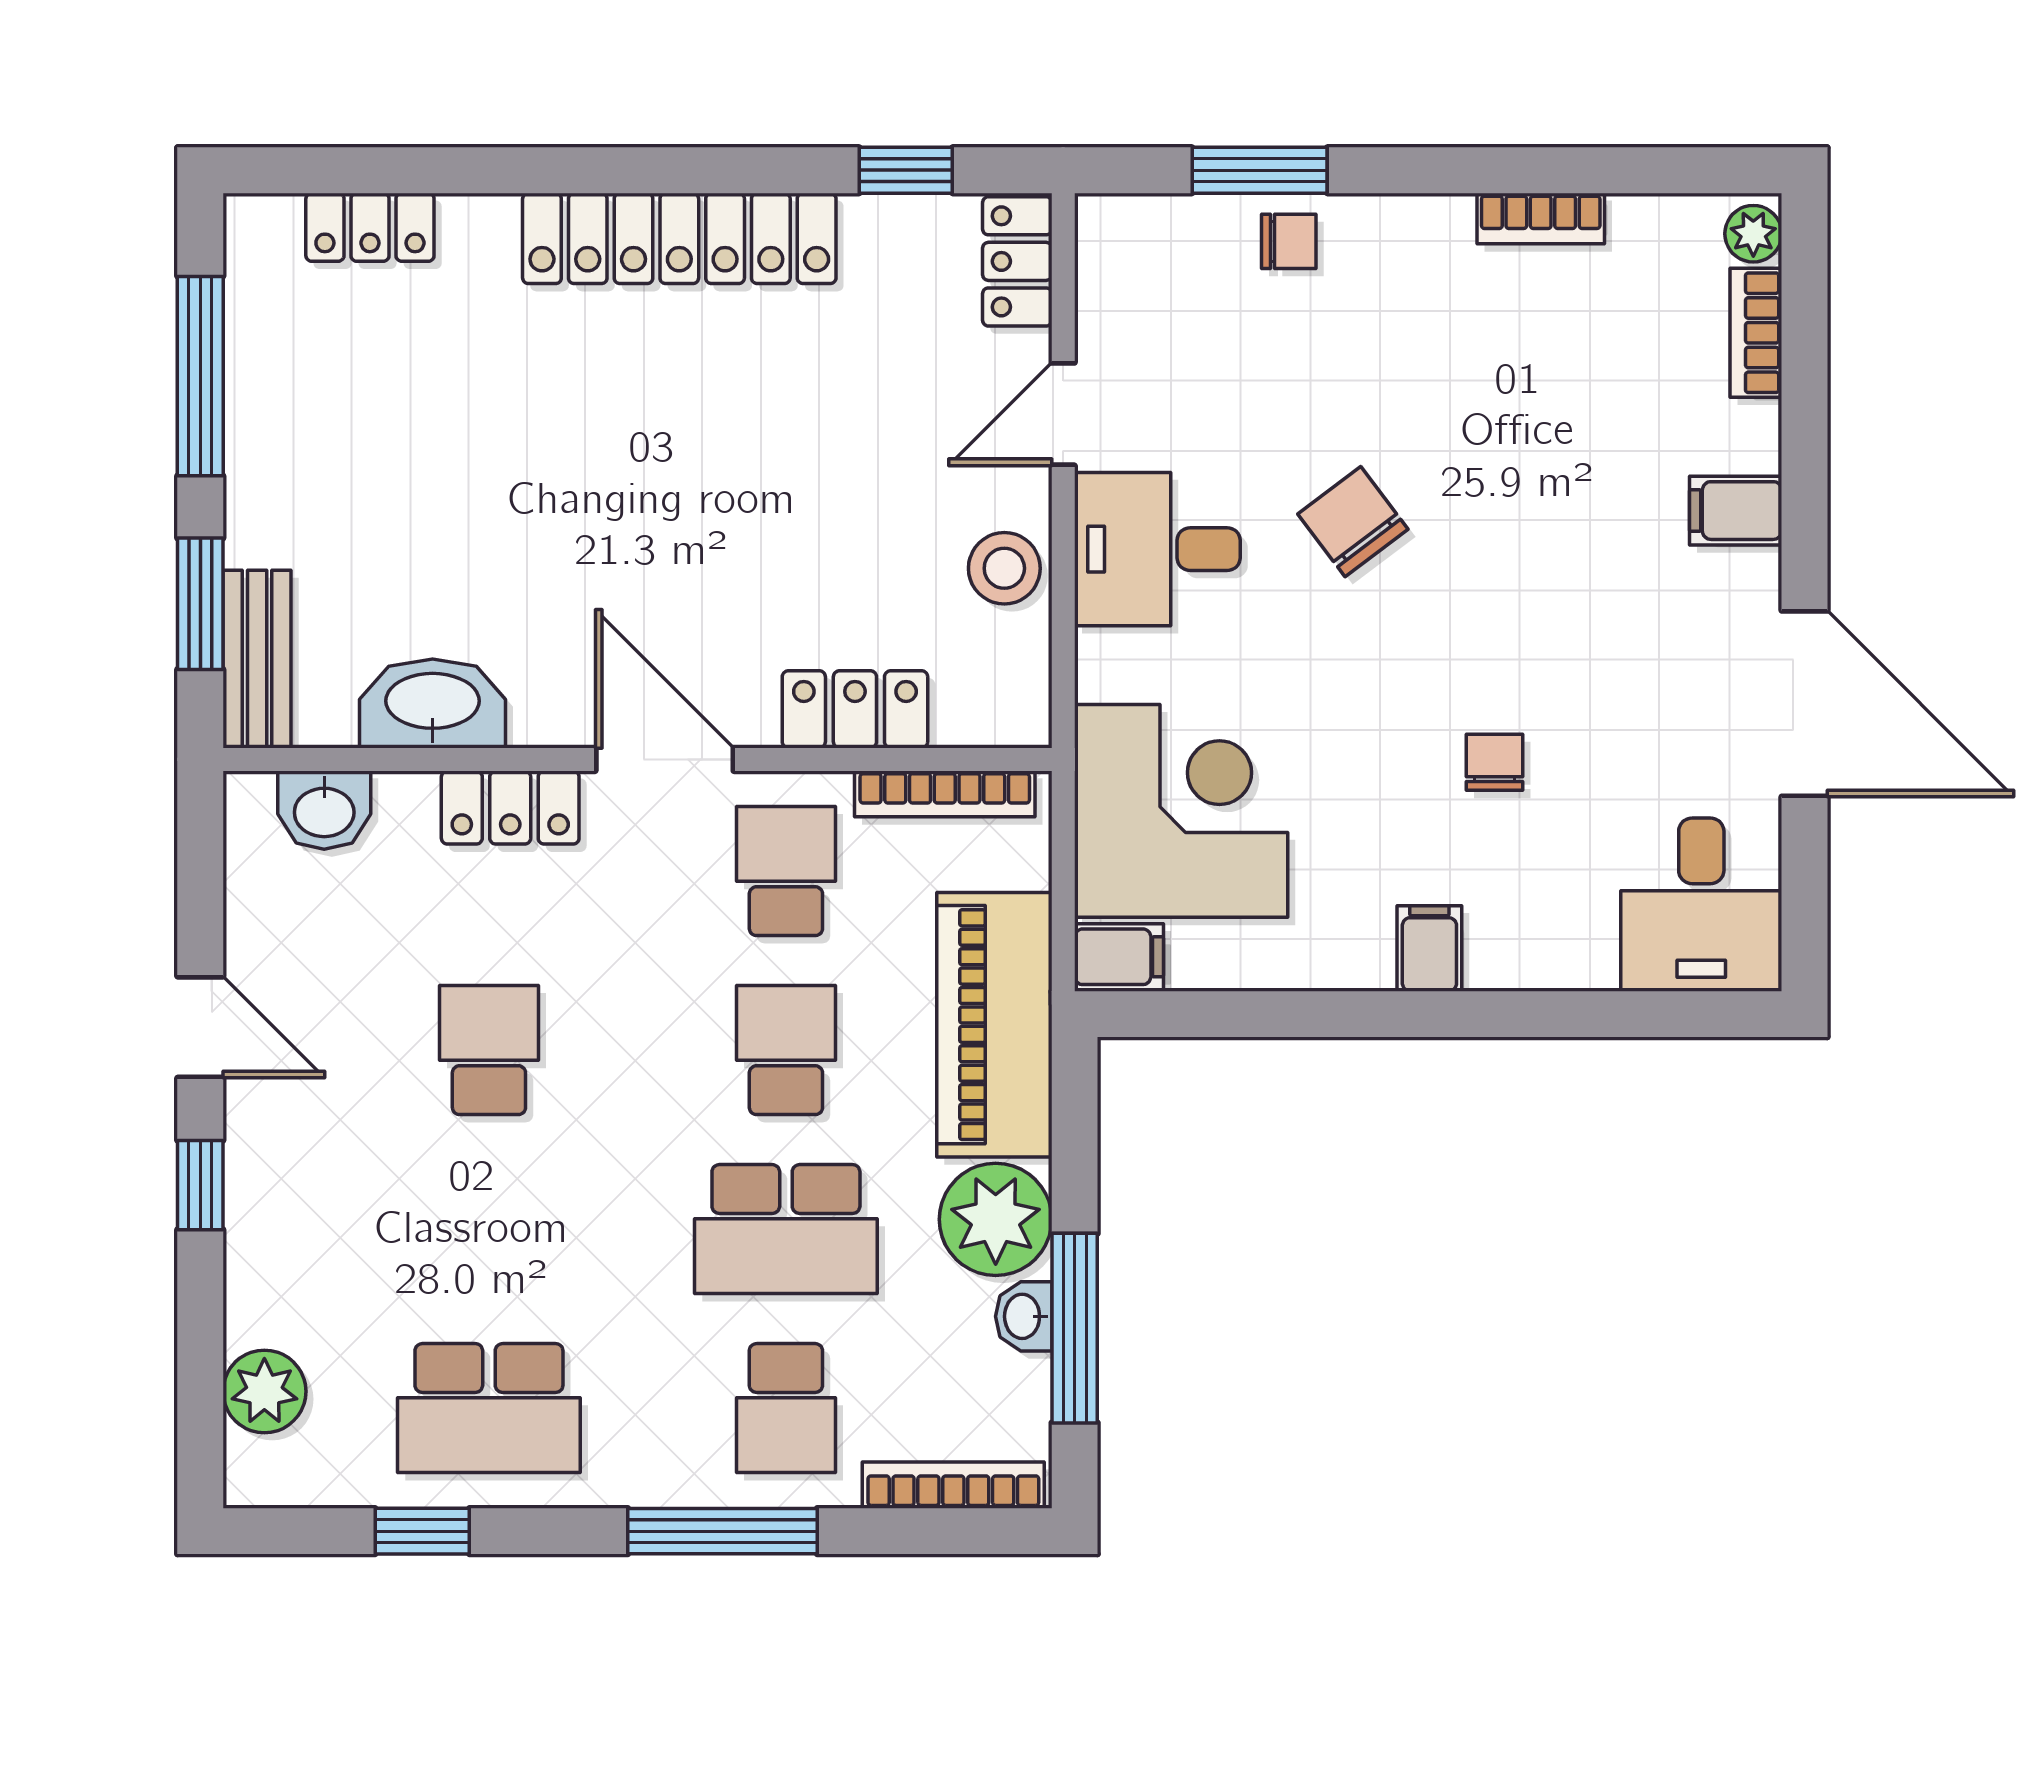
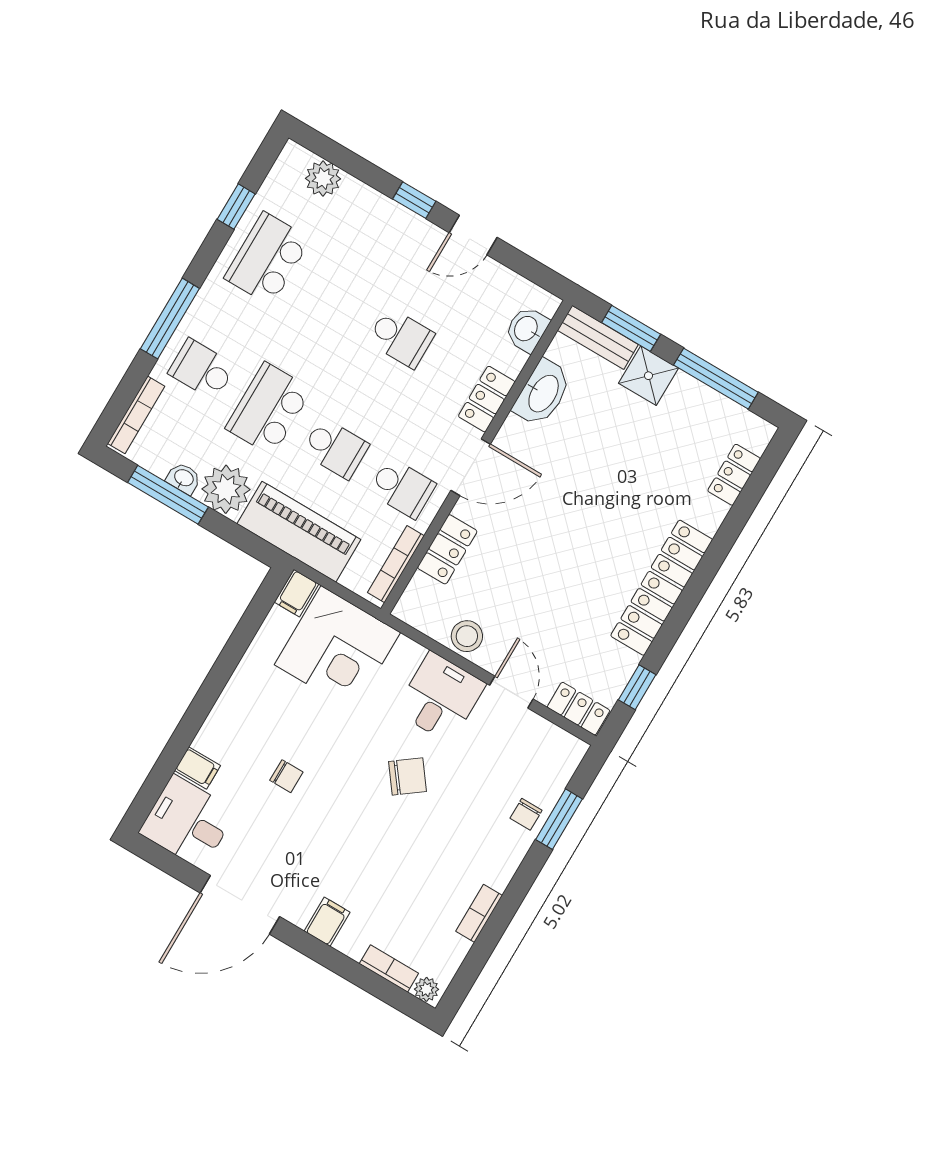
shower: (274, 514) -> (648, 376), added
filing cabinet: (1429, 948) -> (198, 768), moved

